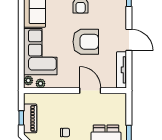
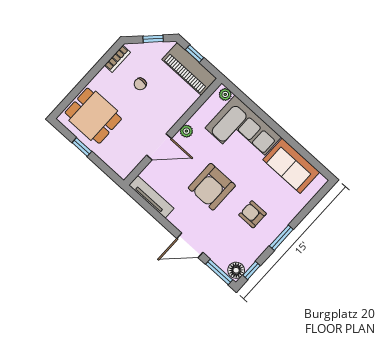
door: (129, 40) -> (190, 245), moved
plant: (40, 84) -> (186, 131), moved
piano: (30, 118) -> (189, 69), width x1.37, depth x1.33

